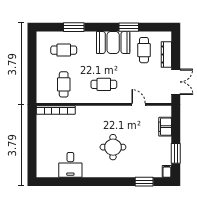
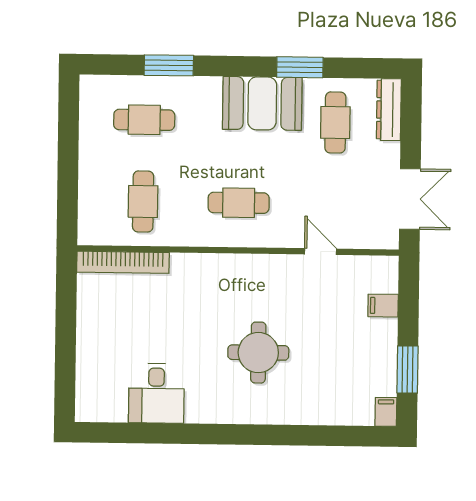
dresser: (166, 54) -> (389, 110), moved
filing cabinet: (165, 127) -> (383, 306), width x0.50
window: (144, 182) -> (331, 436), removed

